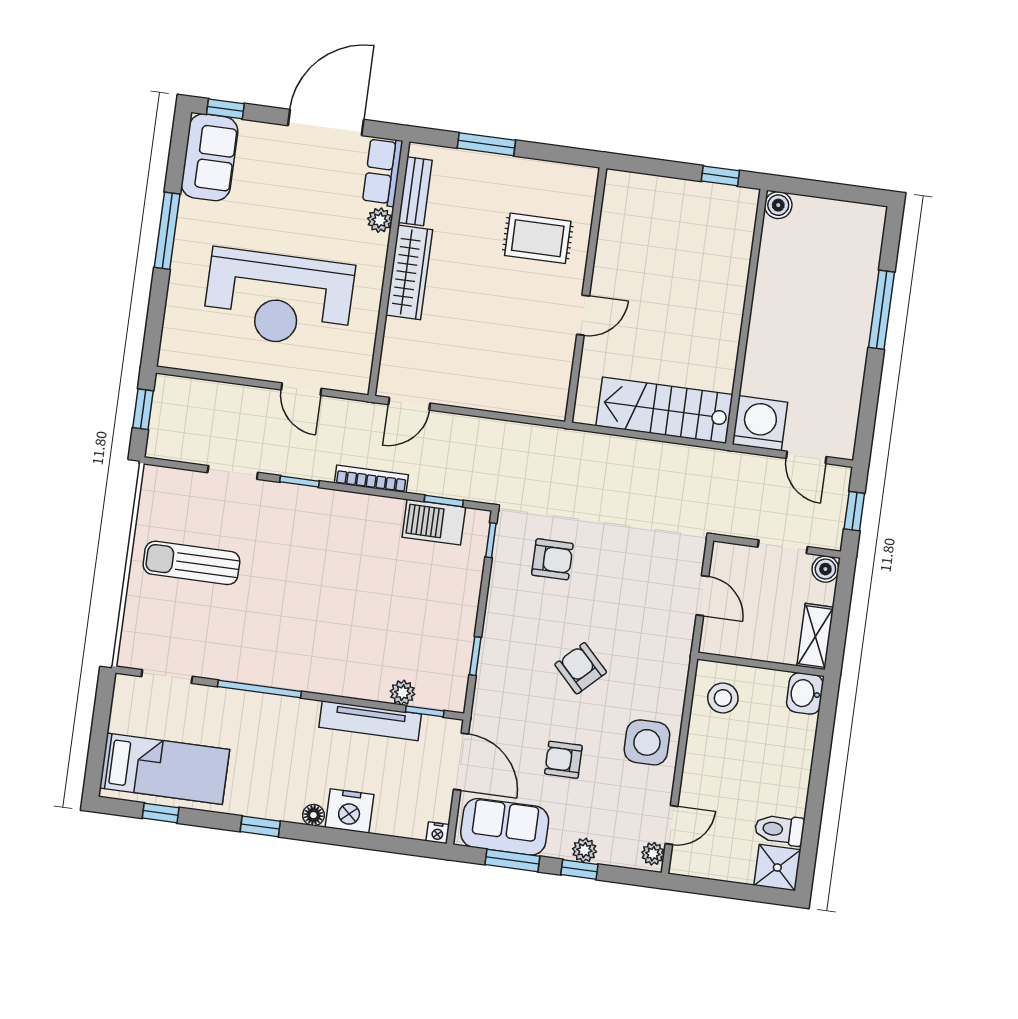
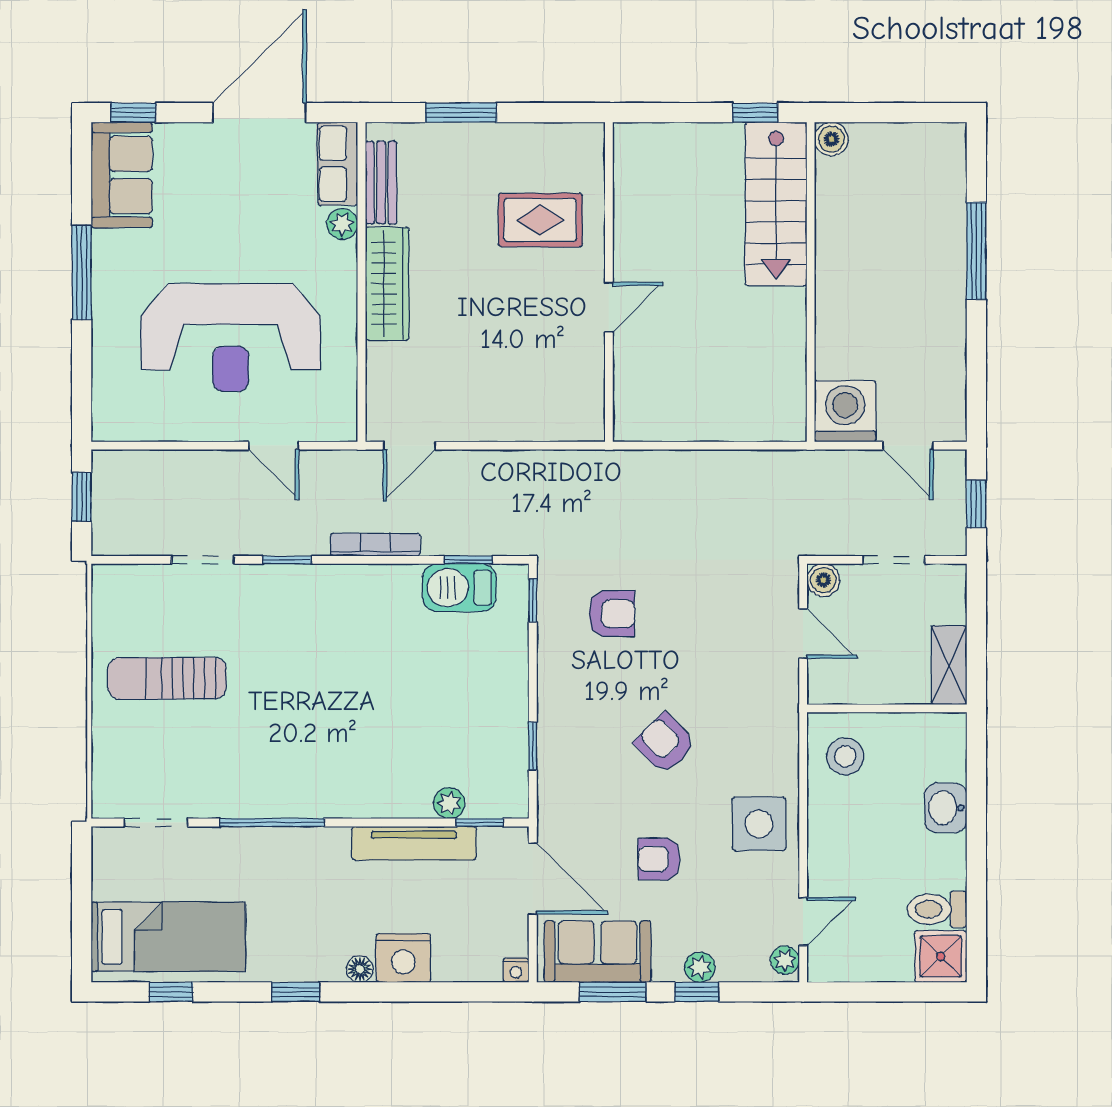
stairs: (664, 410) -> (776, 204), moved, turned -90
boiler: (825, 569) -> (823, 580), moved
washbasin: (805, 693) -> (946, 808), moved

